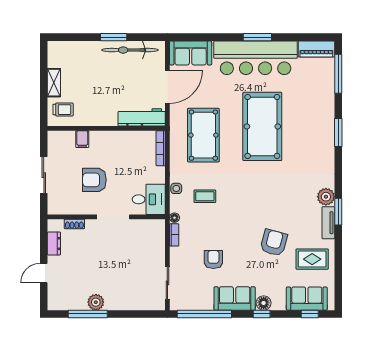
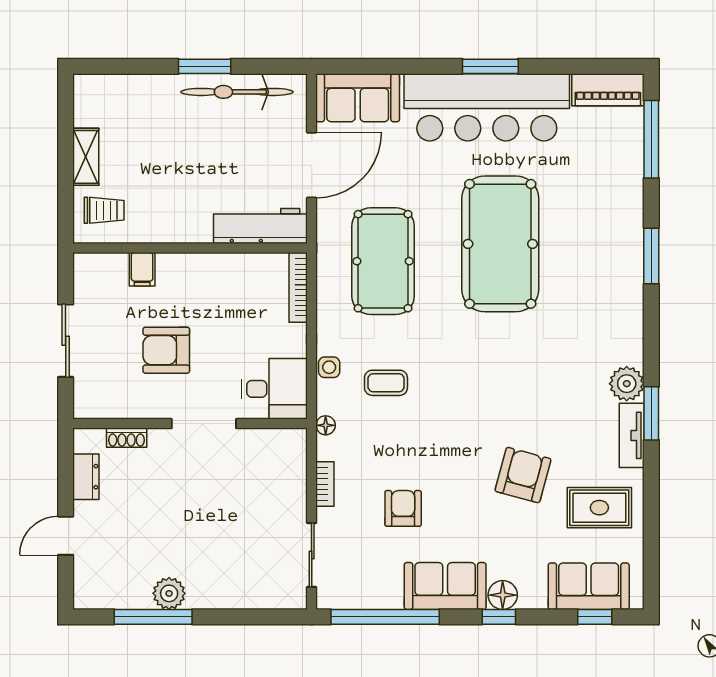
bookcase: (174, 235) -> (325, 484), moved

